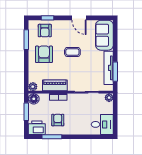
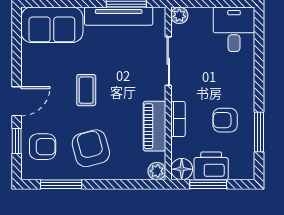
door: (79, 18) -> (17, 101), moved
armchair: (44, 54) -> (91, 148), turned 75
printer: (37, 128) -> (211, 166), moved, turned 90

